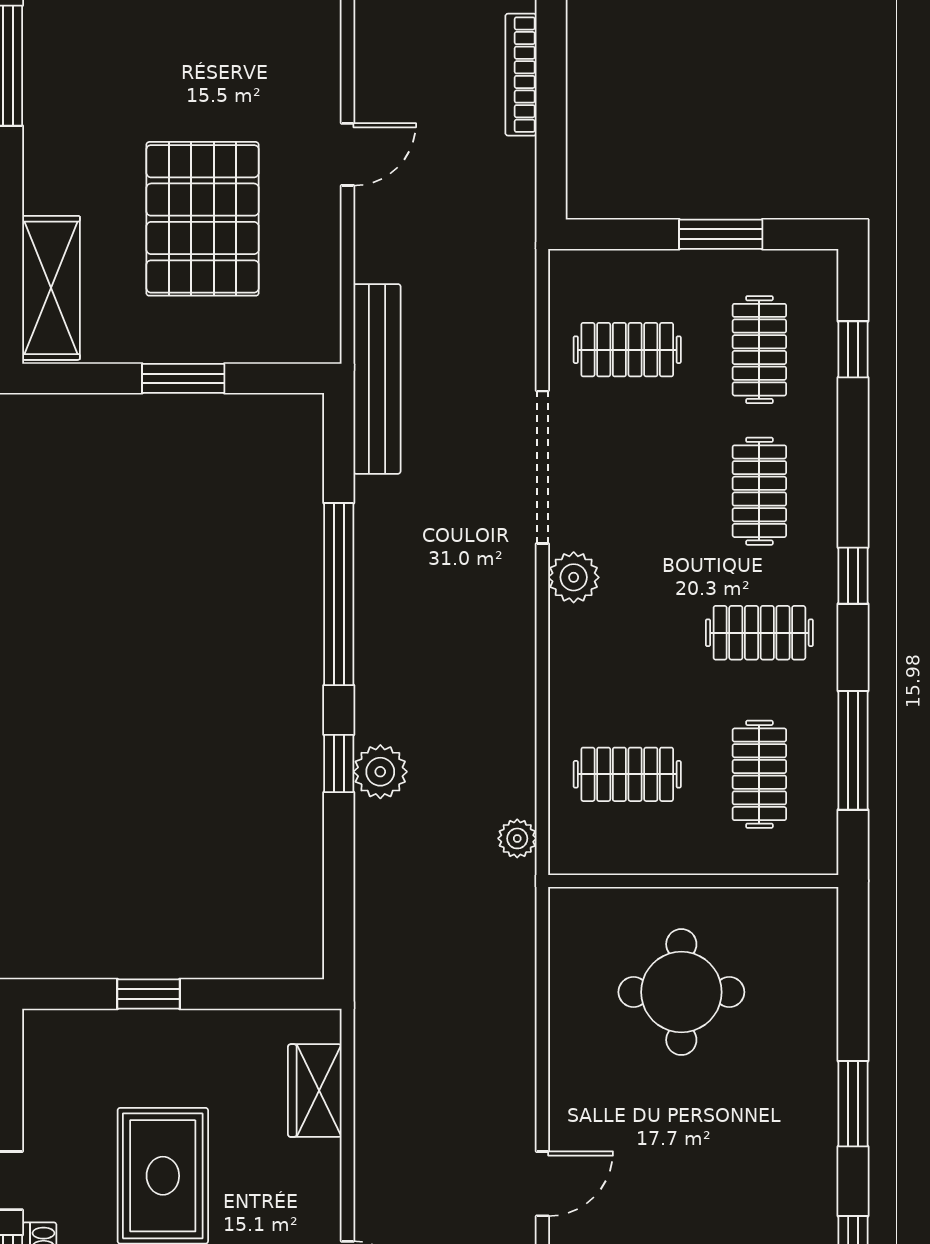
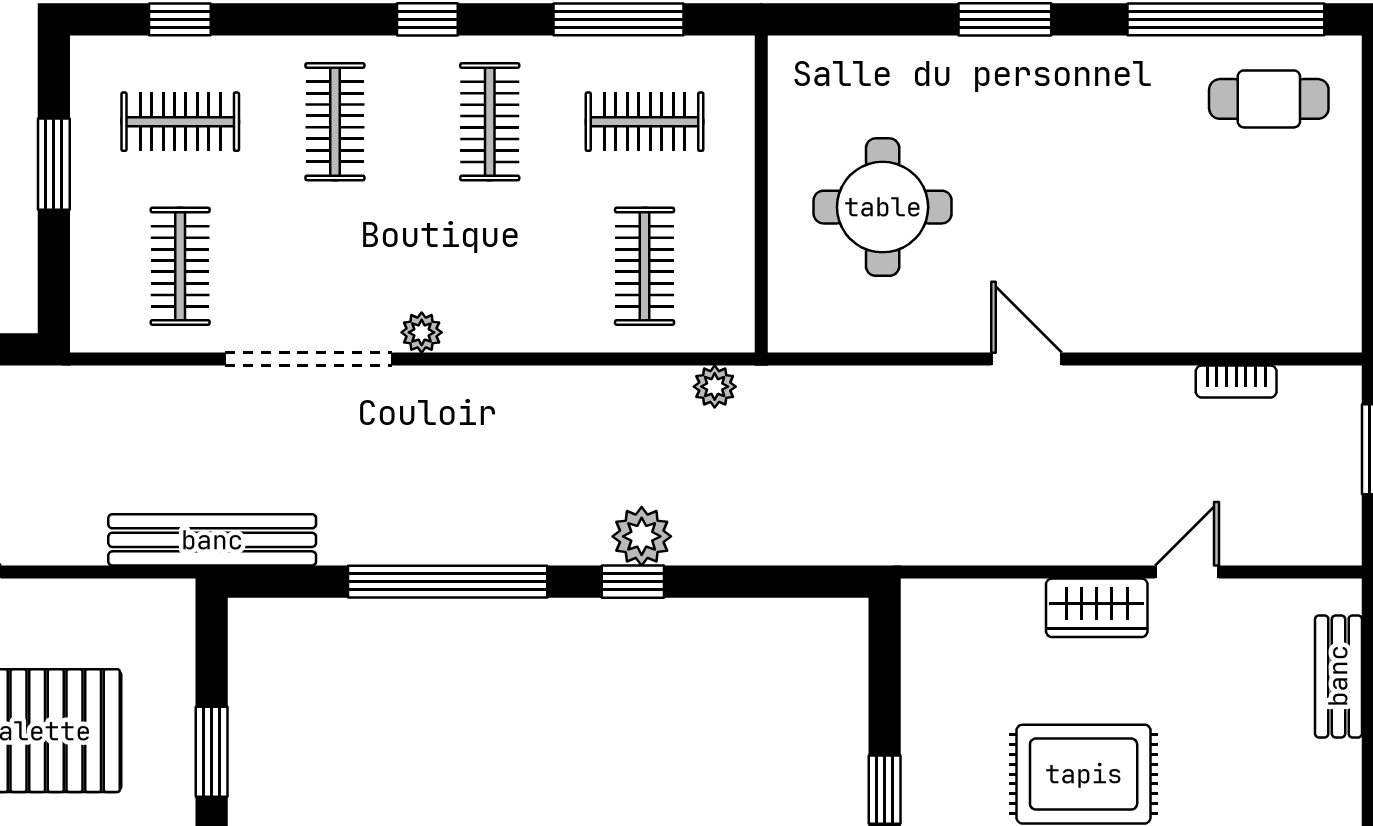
clothes rail: (759, 491) -> (335, 122), turned 90
plant: (574, 577) -> (422, 332), width x0.73, depth x0.73
wardrobe: (315, 1091) -> (1097, 608), moved
door: (542, 1184) -> (1026, 359), moved

